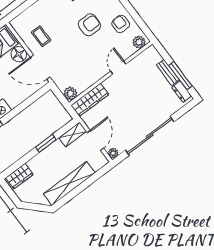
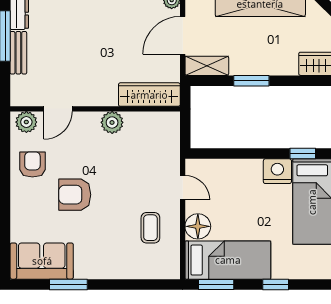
armchair: (121, 24) -> (32, 164), turned 180
door: (40, 67) -> (183, 188), width x0.53
door: (118, 68) -> (58, 109), moved
plant: (70, 94) -> (112, 122), moved

